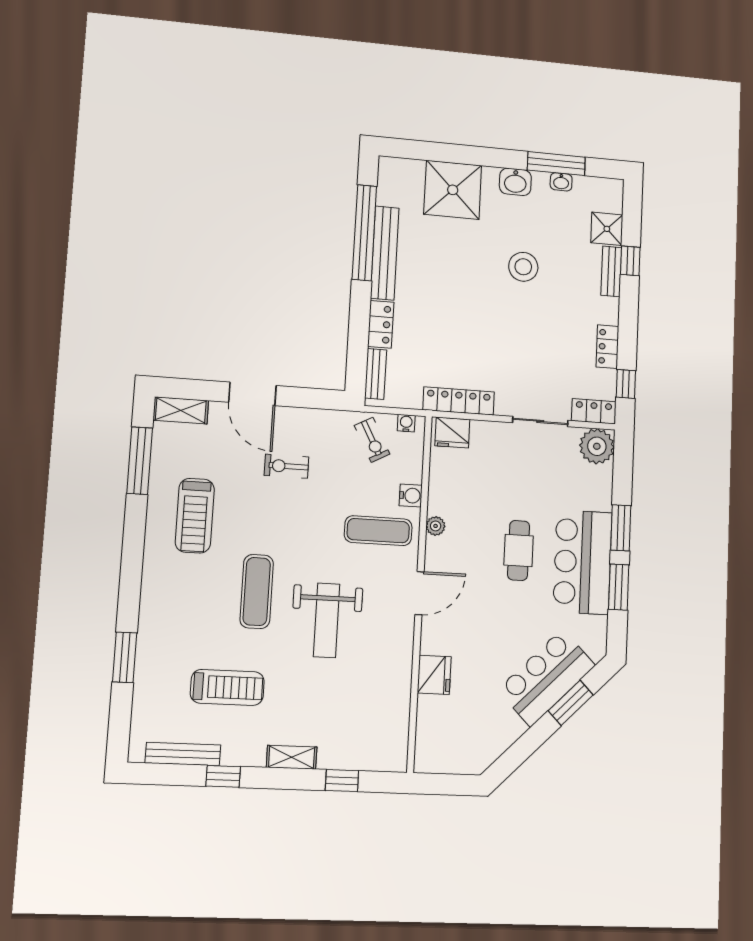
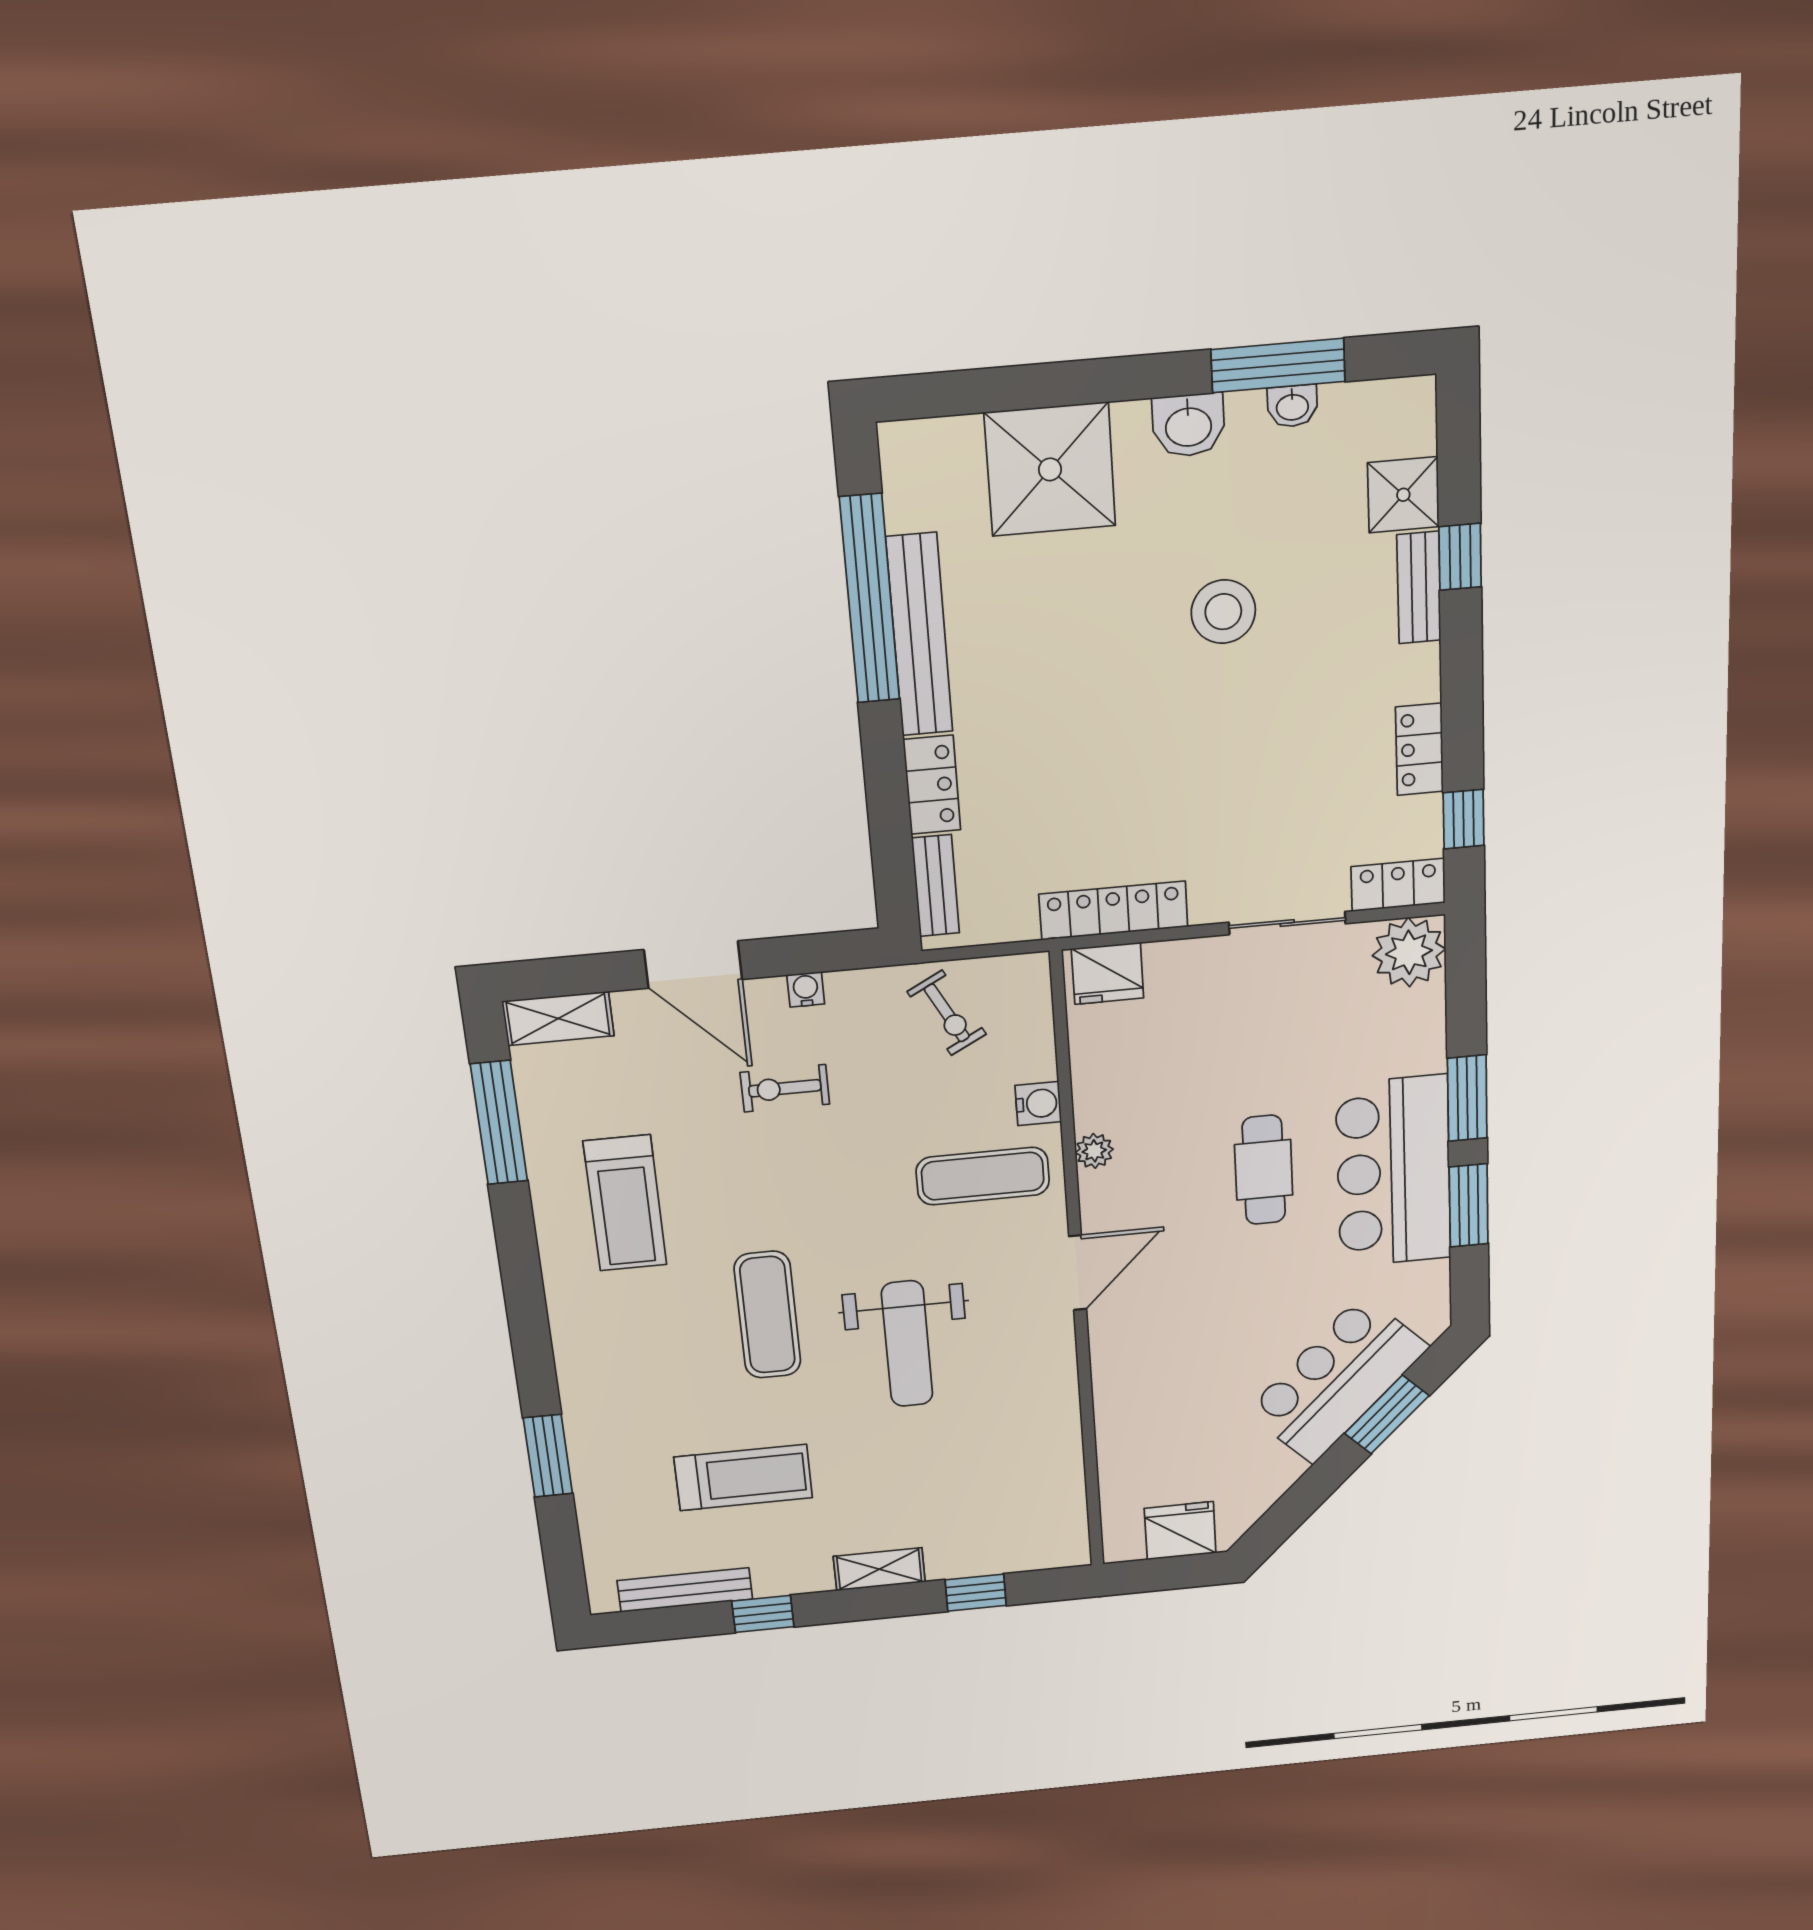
water cooler: (406, 423) -> (806, 989), moved
fridge: (434, 675) -> (1180, 1531), moved, turned -90

